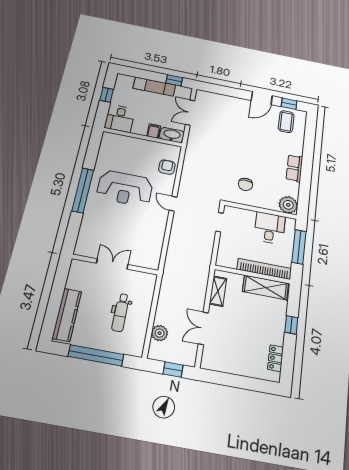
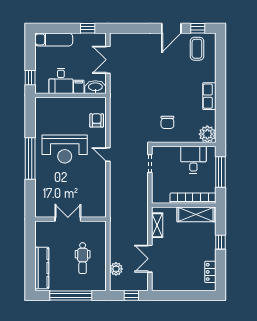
exam couch: (154, 87) -> (54, 39), moved
window: (107, 95) -> (30, 78), moved
desk: (120, 118) -> (61, 81), moved

